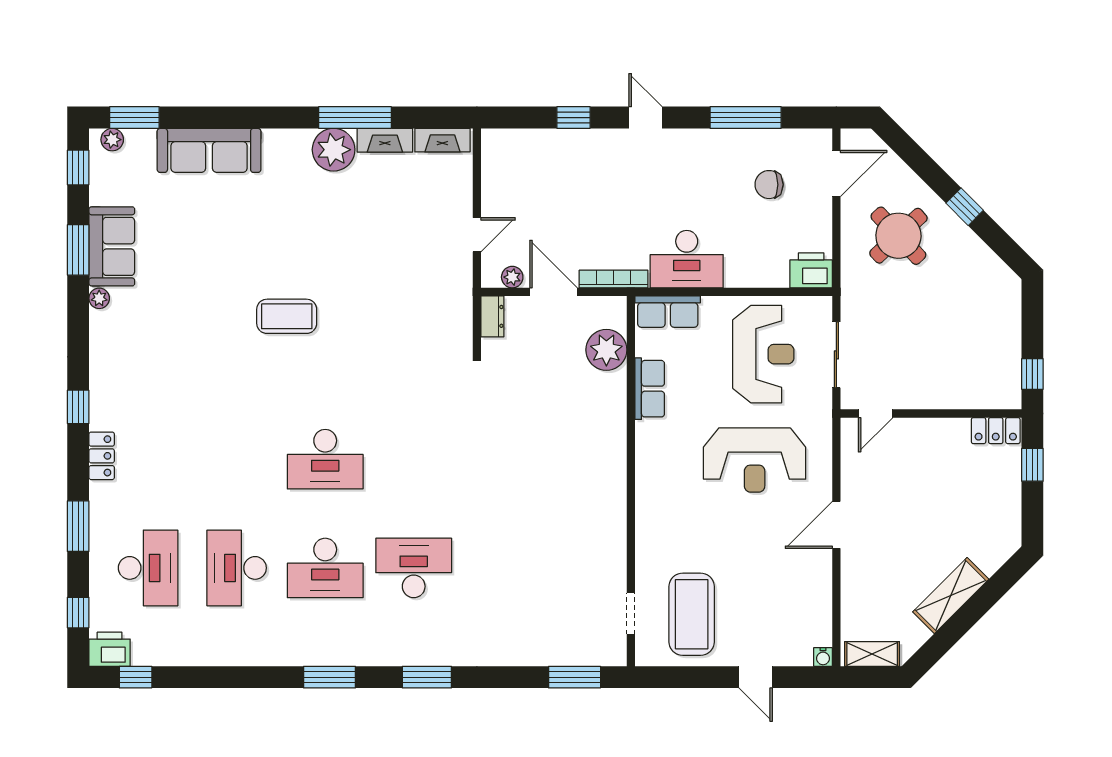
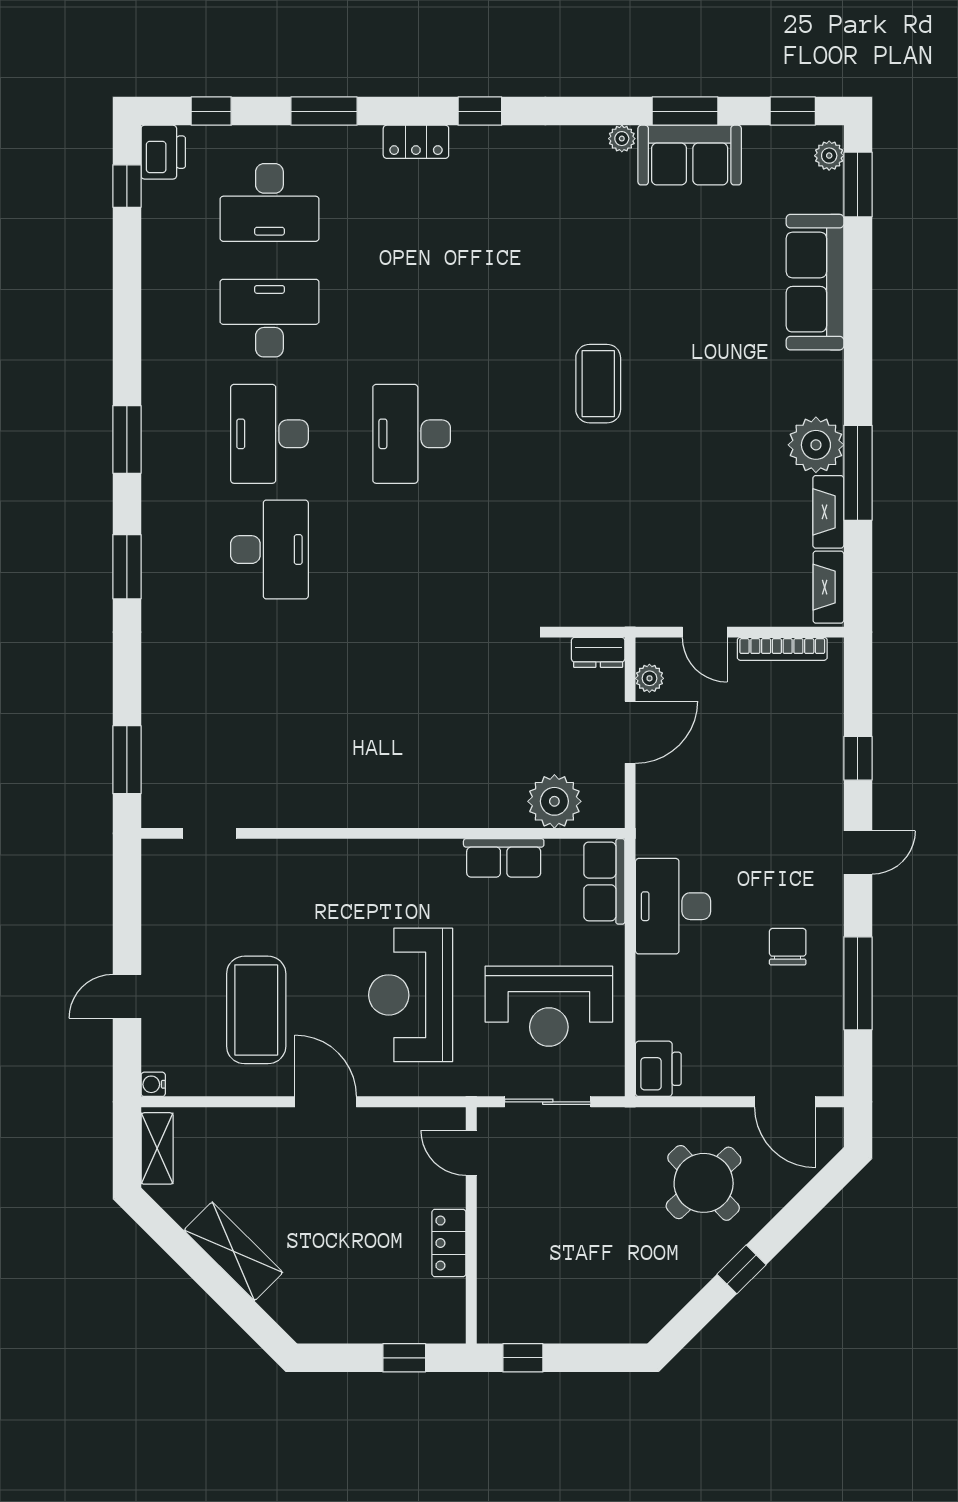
chair: (769, 185) -> (788, 947), moved
bookcase: (614, 279) -> (782, 649), moved, turned 90
locker: (996, 431) -> (449, 1243), moved
coffee table: (692, 614) -> (256, 1010), moved, turned 90

